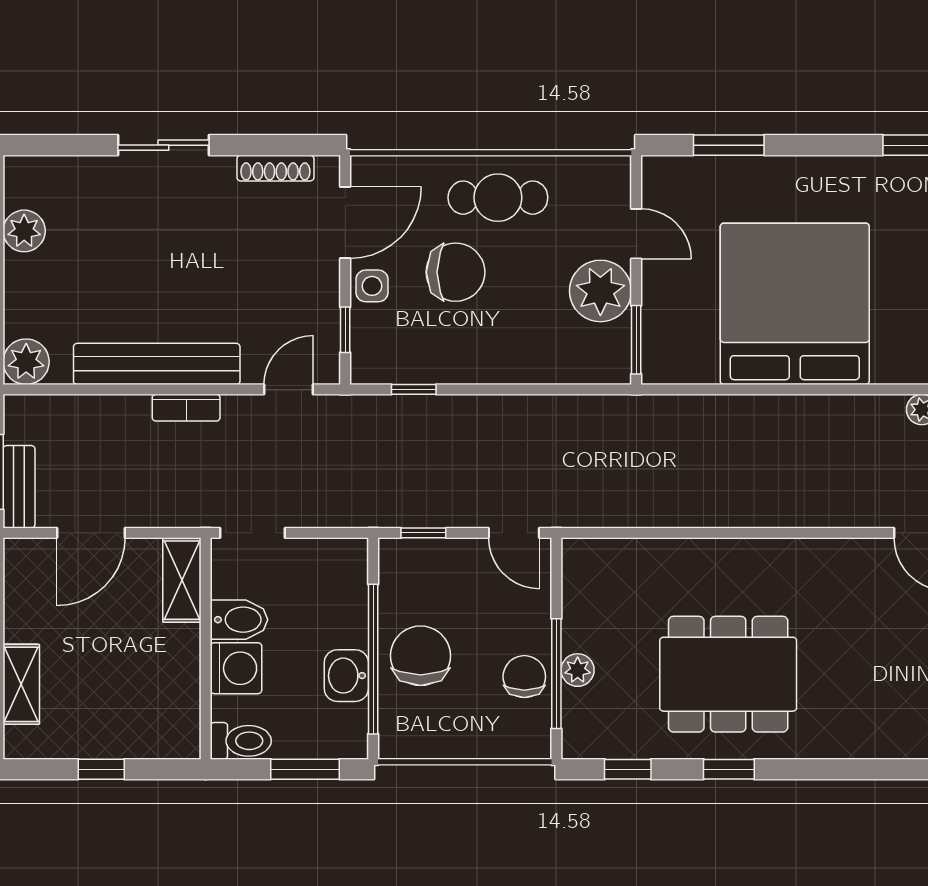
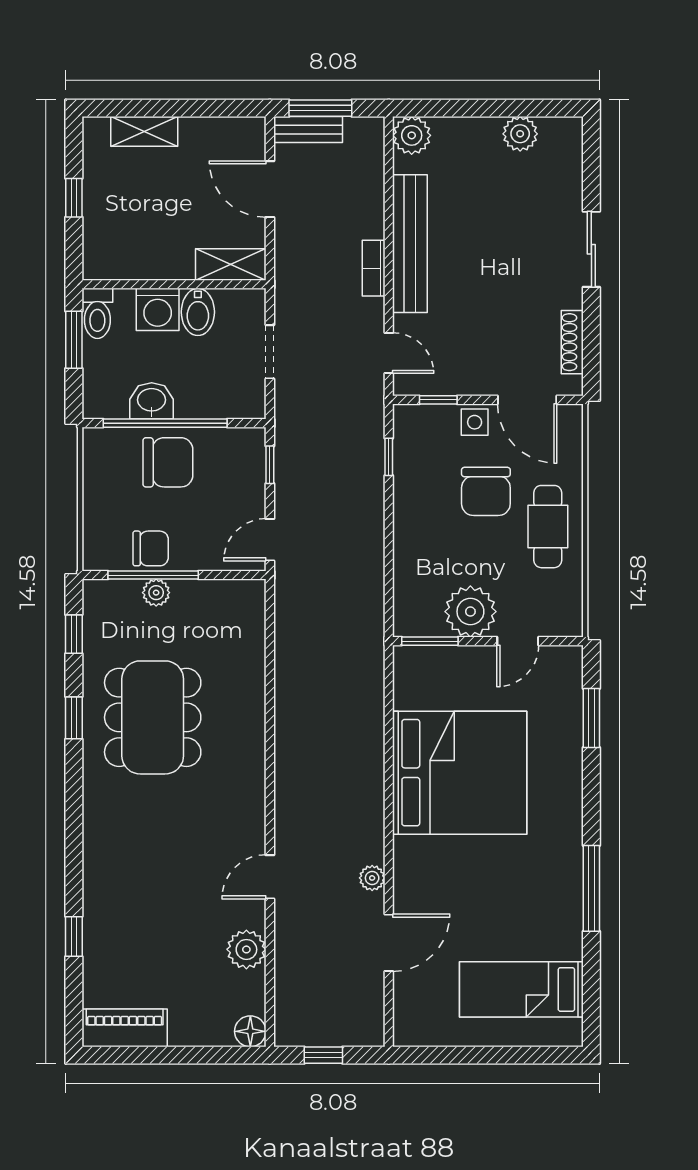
doorway: (253, 533) -> (270, 352), moved
window: (305, 769) -> (74, 340), moved

